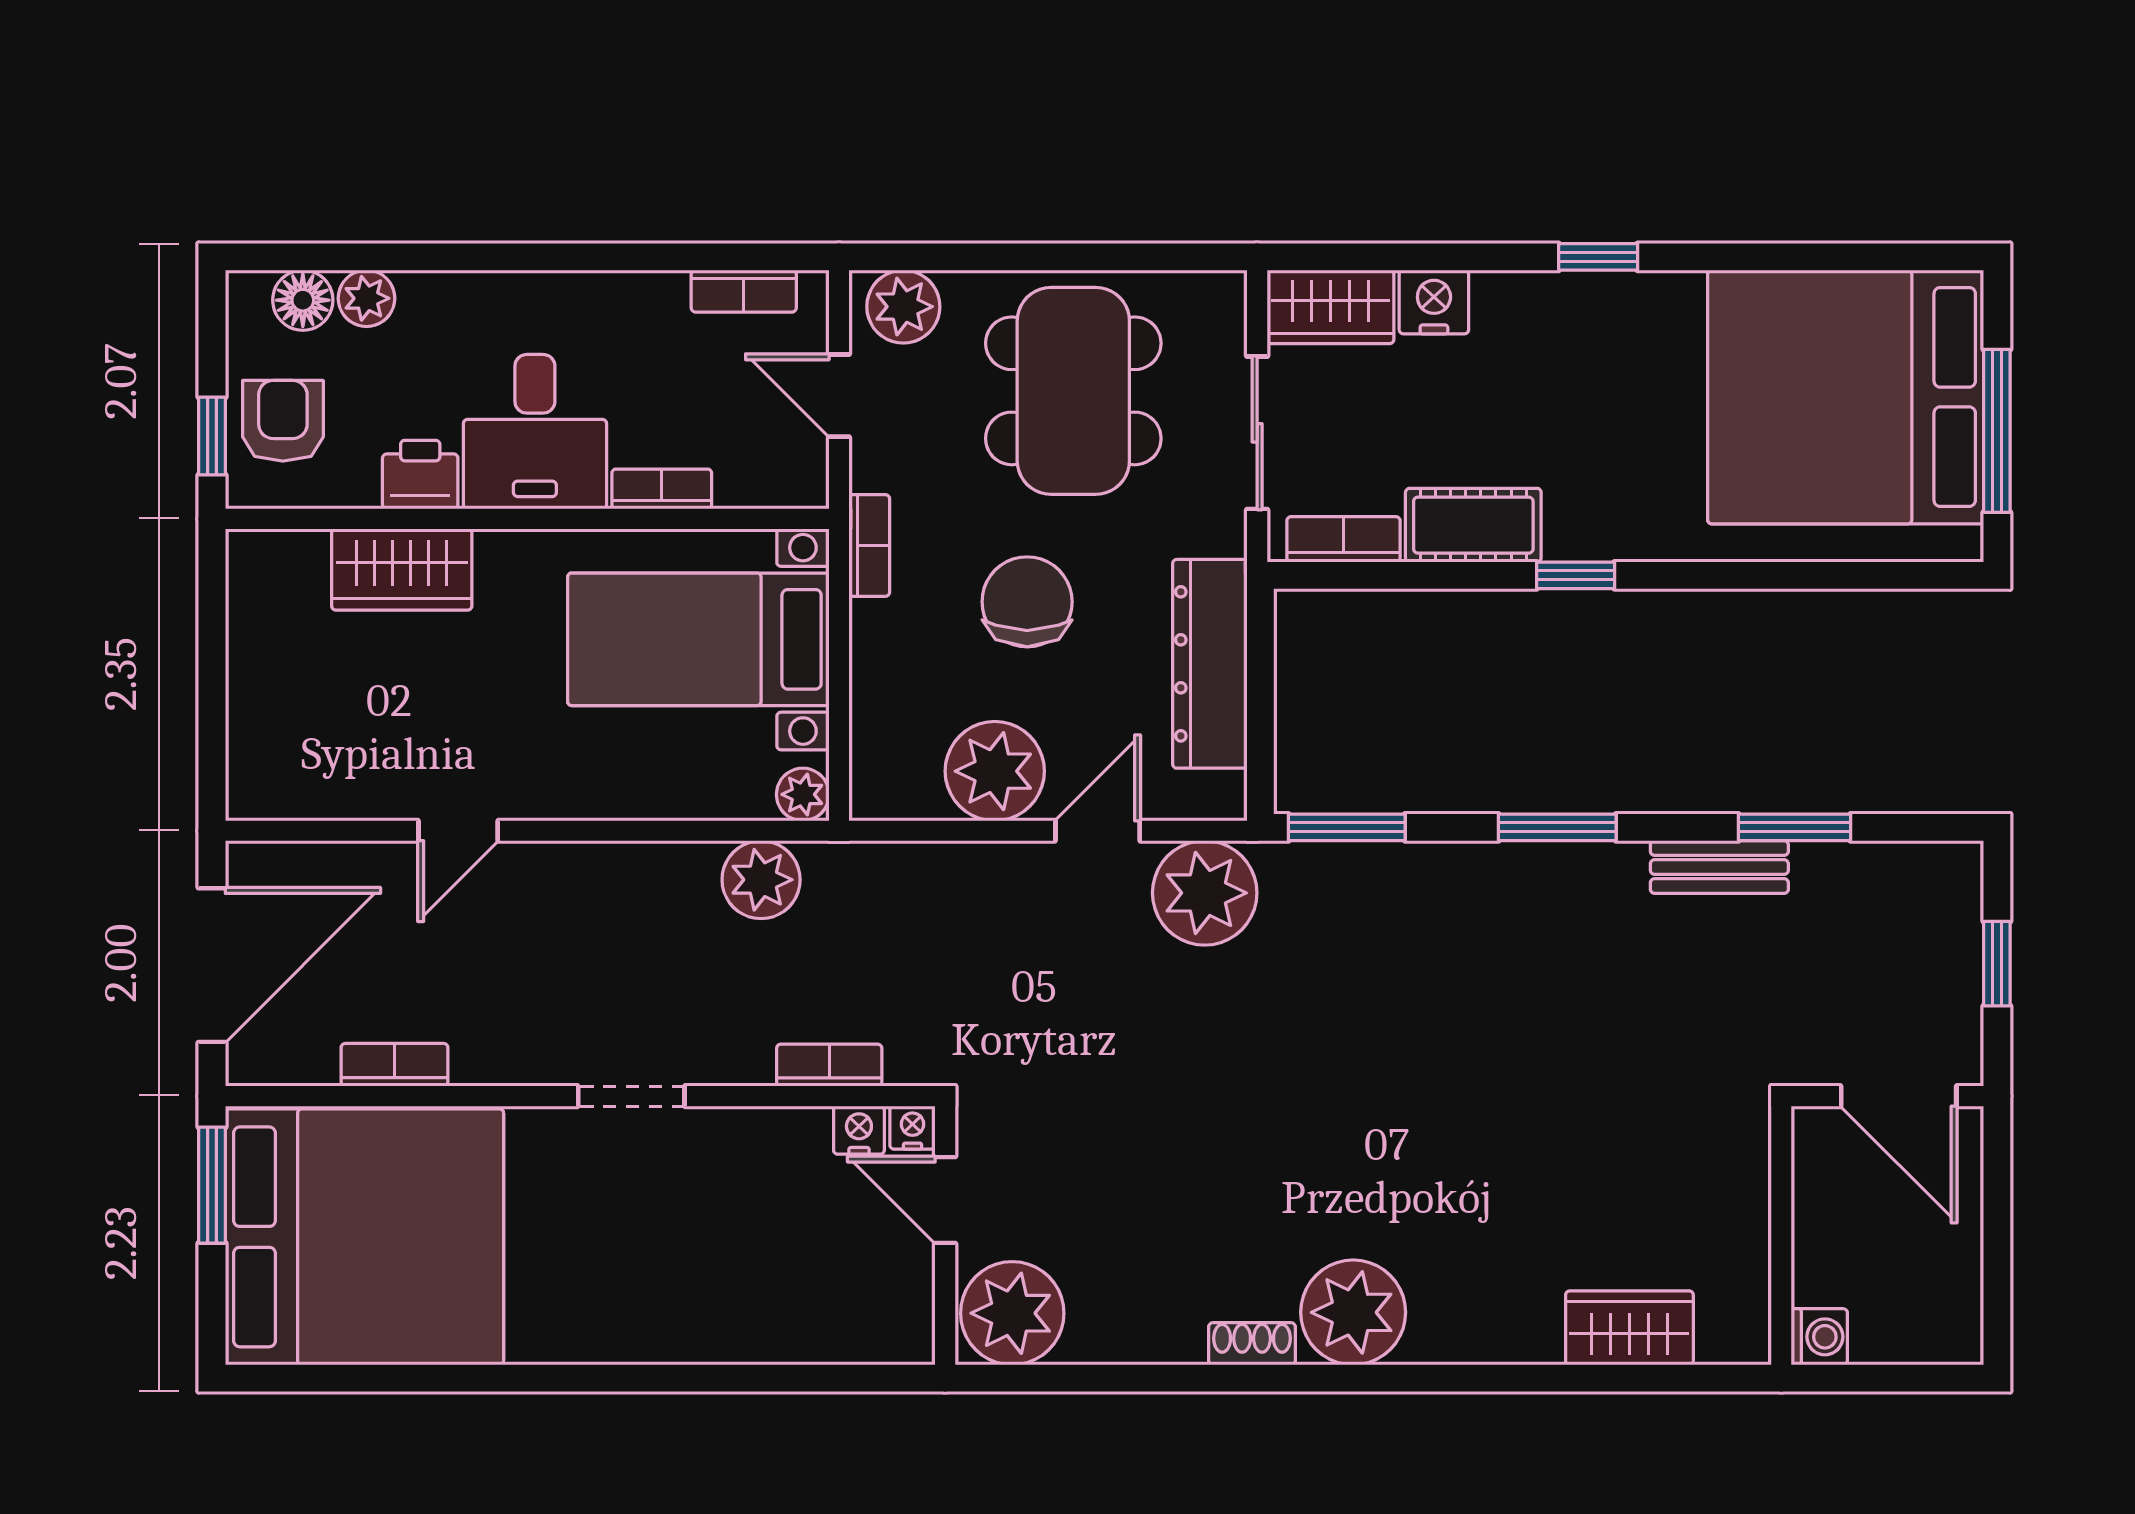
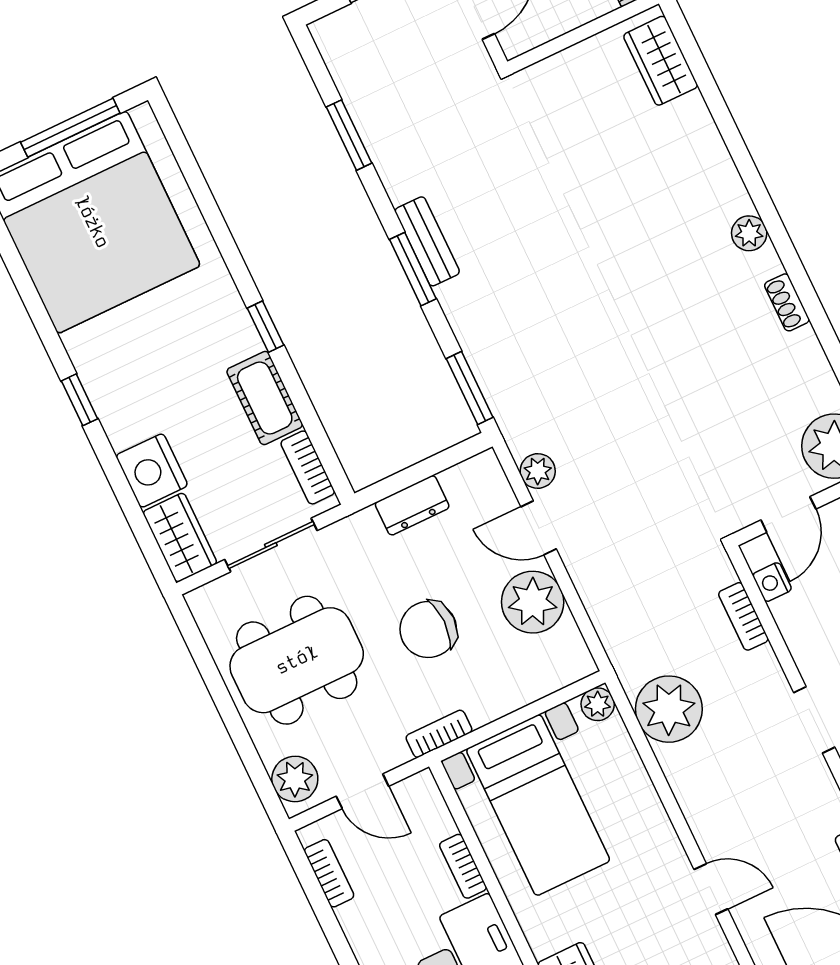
nightstand: (1434, 302) -> (152, 471), width x1.36, depth x1.33
door: (839, 396) -> (362, 791), hinge flipped
dresser: (1210, 664) -> (412, 505), width x0.51, depth x0.80
bench: (1719, 867) -> (427, 241), moved
plant: (761, 880) -> (669, 709), width x1.36, depth x1.36
plant: (1205, 893) -> (538, 471), width x0.53, depth x0.53
nightstand: (912, 1128) -> (756, 552), removed
plant: (1353, 1312) -> (749, 233), width x0.53, depth x0.53
wardrobe: (1629, 1328) -> (661, 61), moved

